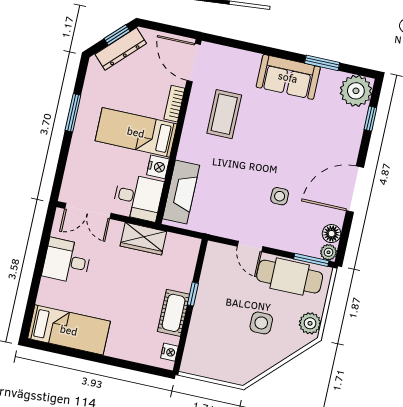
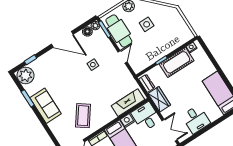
coffee table: (224, 114) -> (83, 116), turned -54
dresser: (182, 243) -> (147, 83), added
cot: (174, 313) -> (177, 62), width x1.37, depth x1.34

